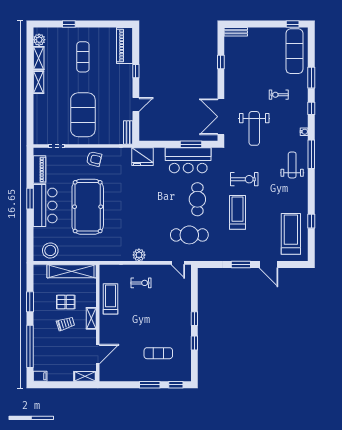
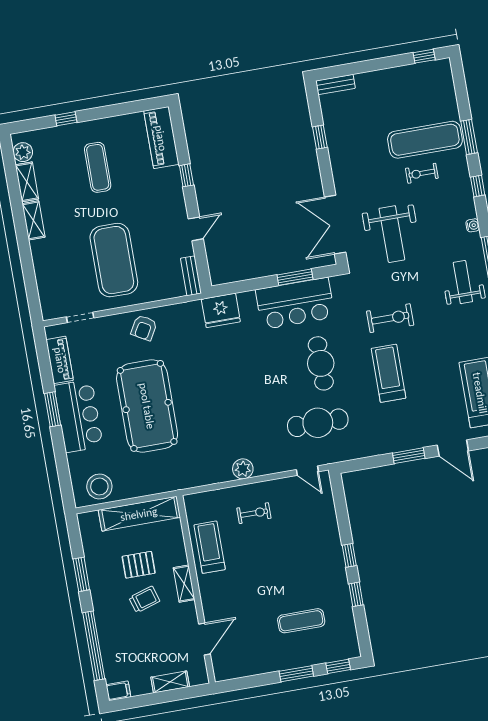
exercise mat: (294, 51) -> (425, 140), moved, turned 90
armchair: (94, 159) -> (144, 328), turned 106
shelving: (85, 376) -> (170, 682), moved

